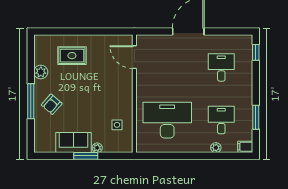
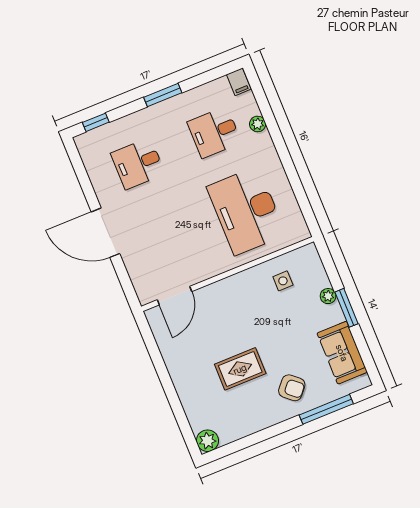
rug: (72, 56) -> (240, 369), moved, turned 90
plant: (41, 72) -> (207, 441), moved
window: (31, 101) -> (326, 409), moved
window: (256, 117) -> (163, 95), moved
sofa: (74, 142) -> (342, 353), moved

